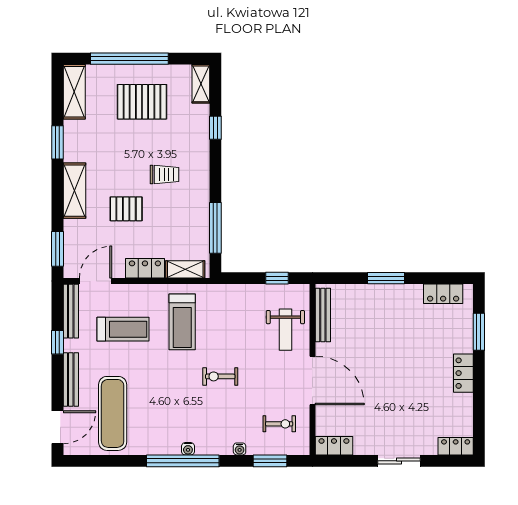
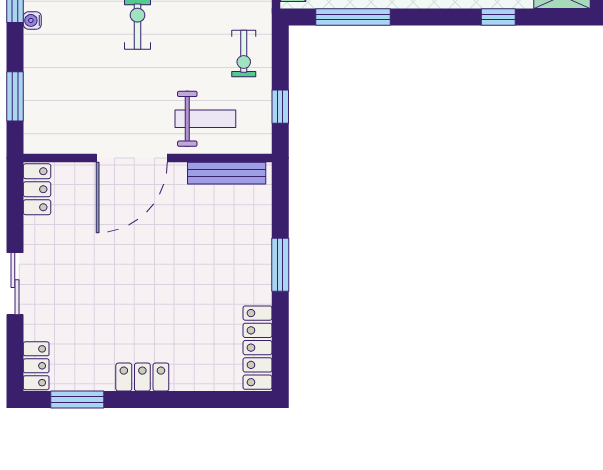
locker: (443, 294) -> (258, 348), width x1.53
weight bench: (285, 330) -> (205, 119), turned 180
window: (479, 332) -> (77, 400), moved
exercise bike: (279, 424) -> (244, 54), moved
water cooler: (240, 449) -> (32, 20), moved

